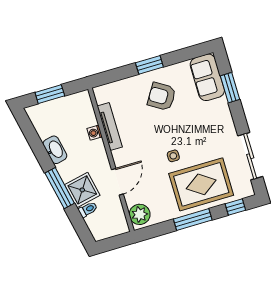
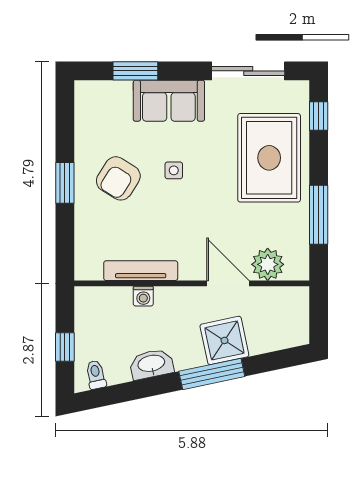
sofa: (207, 77) -> (169, 101), moved
window: (50, 94) -> (65, 347), width x0.67
side table: (173, 156) -> (174, 170), moved
toilet: (88, 209) -> (96, 375), moved
plant: (140, 214) -> (268, 264), moved
window: (193, 220) -> (319, 215), moved

